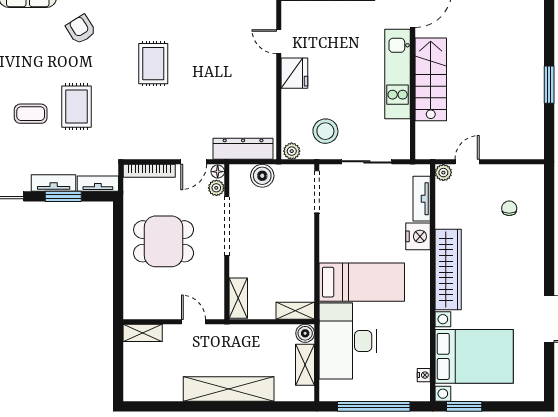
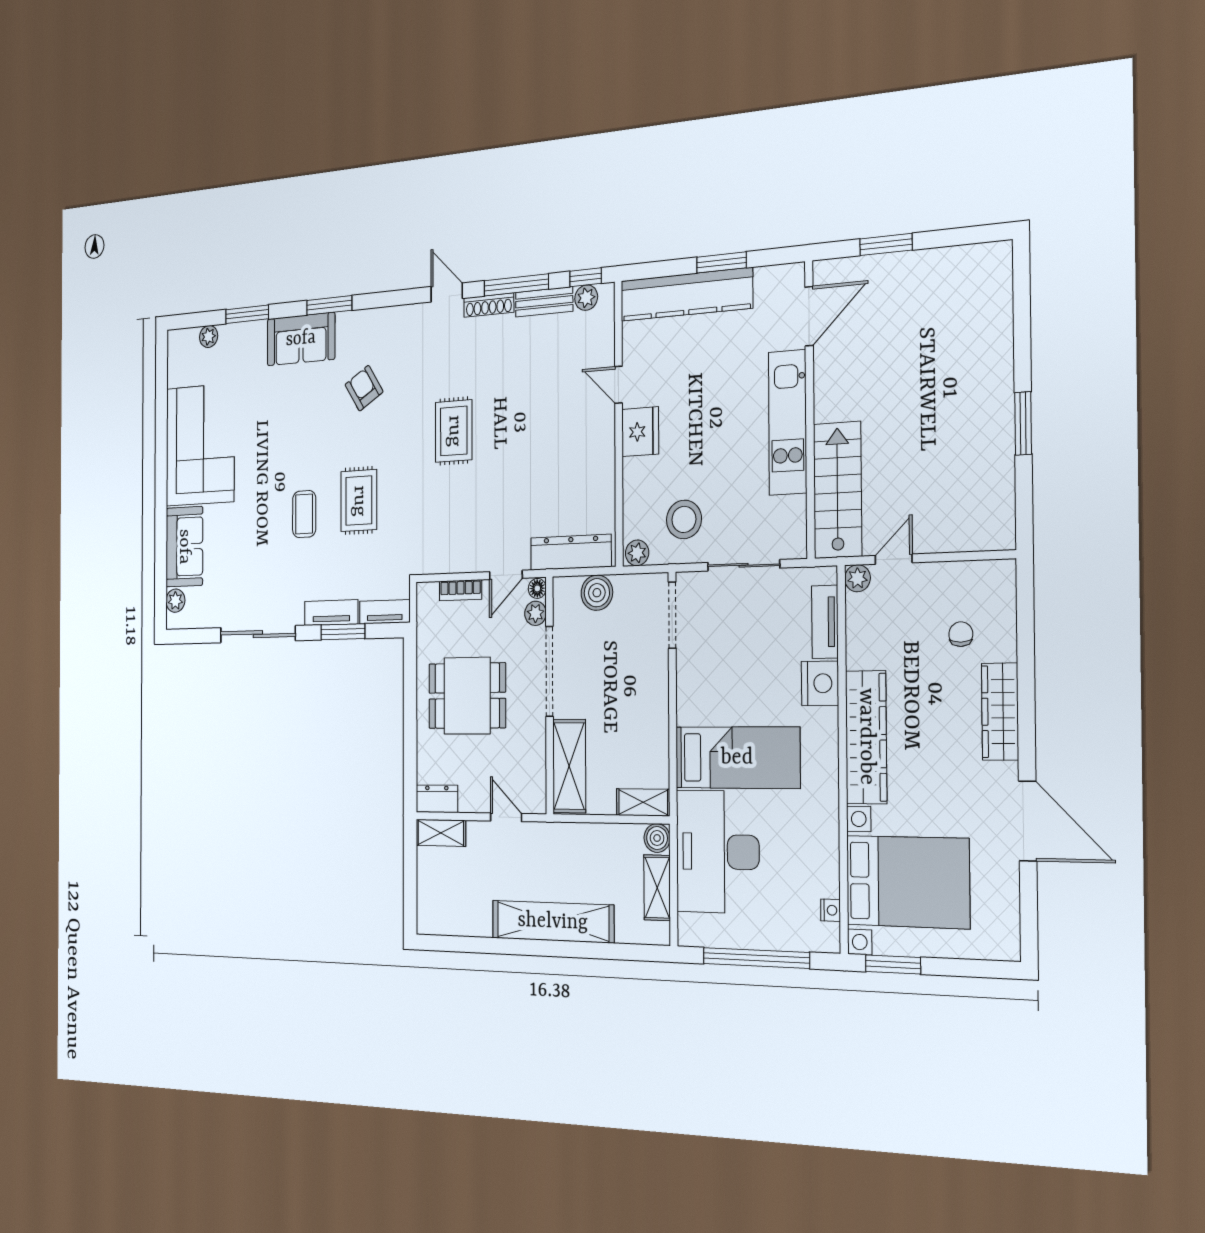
stairs: (431, 79) -> (838, 490), moved
coffee table: (31, 114) -> (304, 514), turned 90
bookcase: (149, 171) -> (461, 590), width x0.64
wardrobe: (533, 255) -> (1000, 712), added
shelving: (238, 298) -> (569, 766), width x1.50, depth x1.33
dresser: (140, 310) -> (437, 799), added

